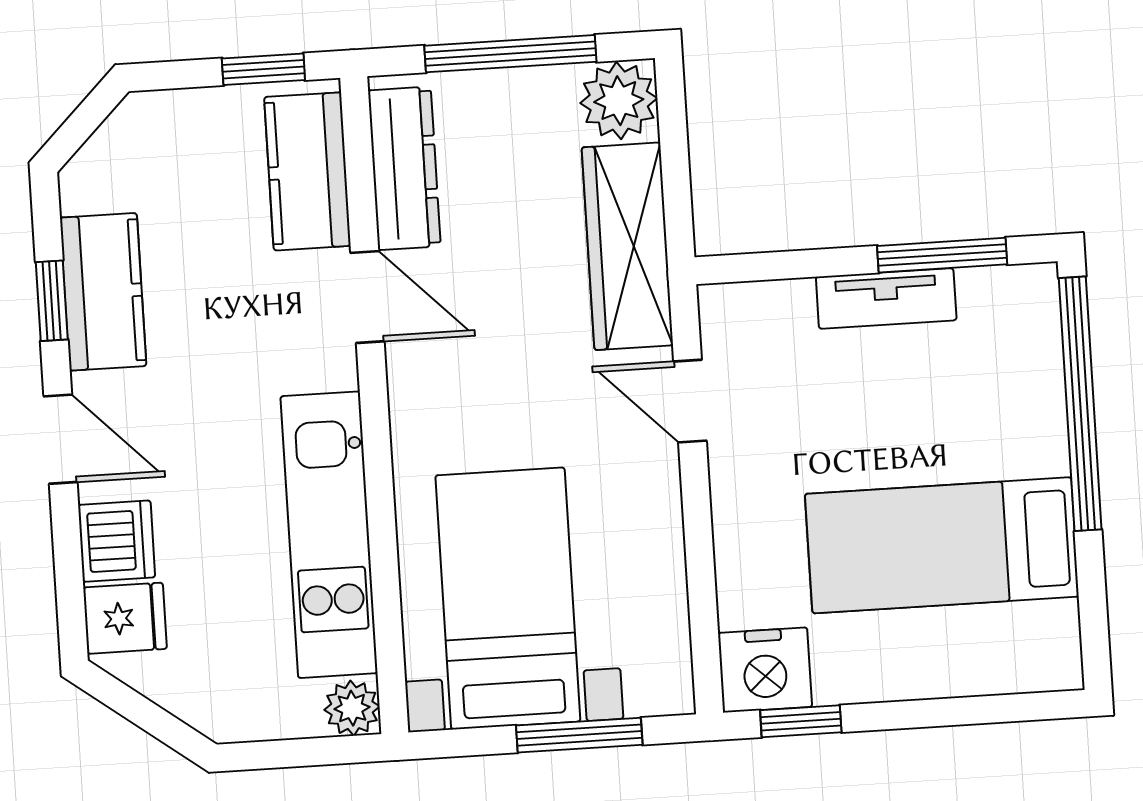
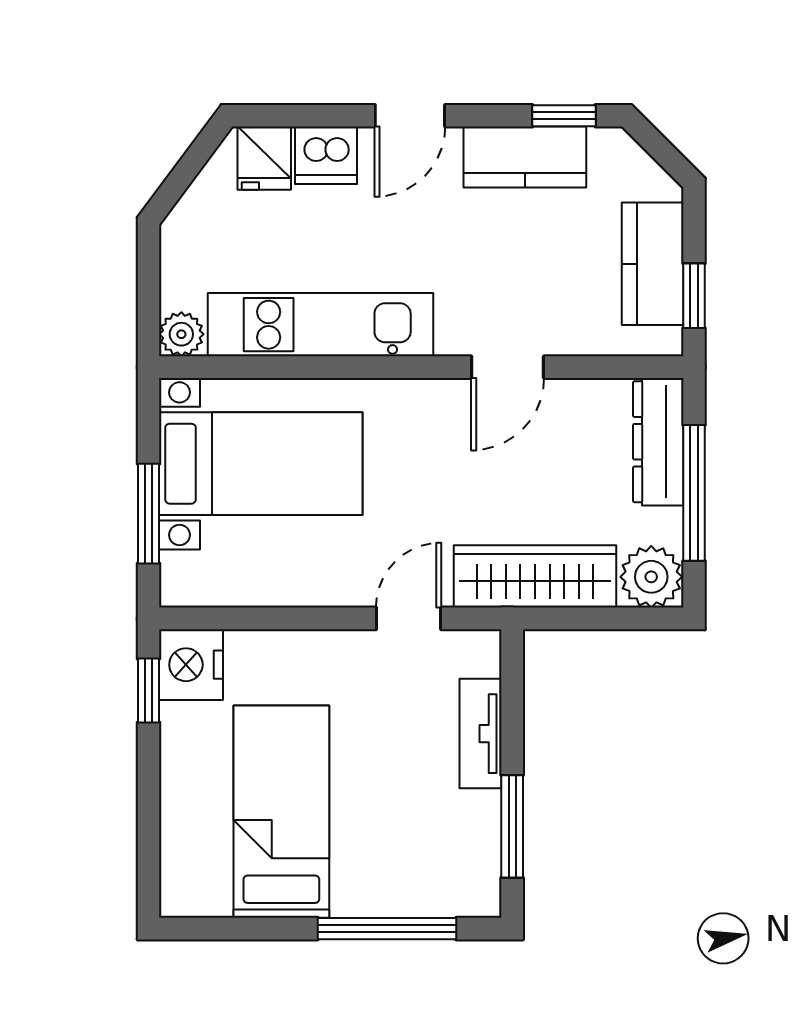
dresser: (404, 168) -> (658, 442), moved, turned 90
kitchen counter: (308, 171) -> (653, 264), moved, turned -90
tv unit: (886, 298) -> (480, 734), moved
window: (52, 301) -> (564, 116), moved
window: (1080, 404) -> (387, 929), width x0.68

